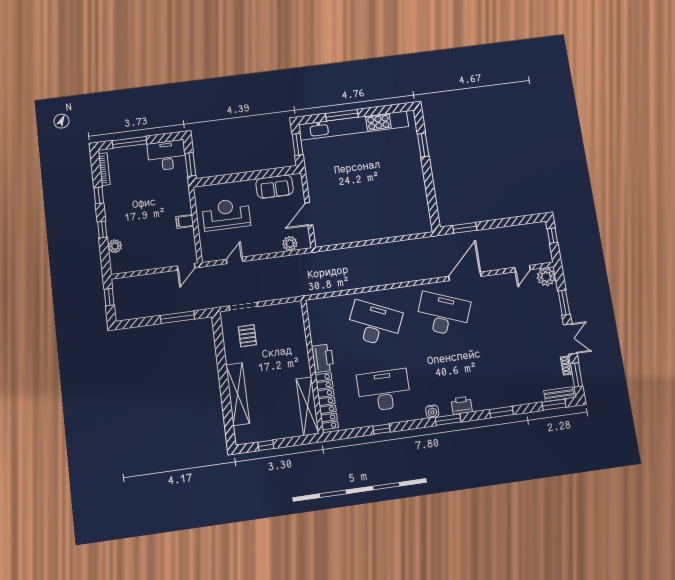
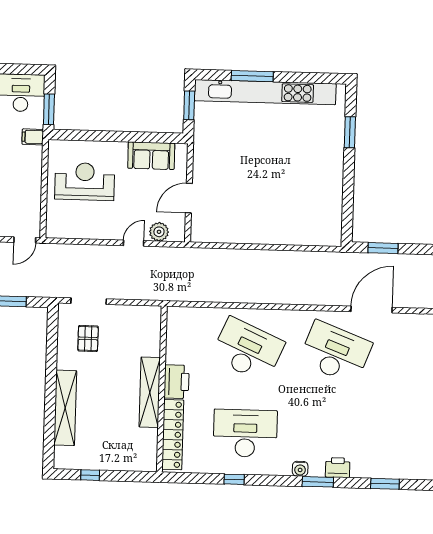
filing cabinet: (185, 221) -> (33, 137), moved
door: (234, 260) -> (134, 243), moved
shelving: (308, 406) -> (150, 392), moved

